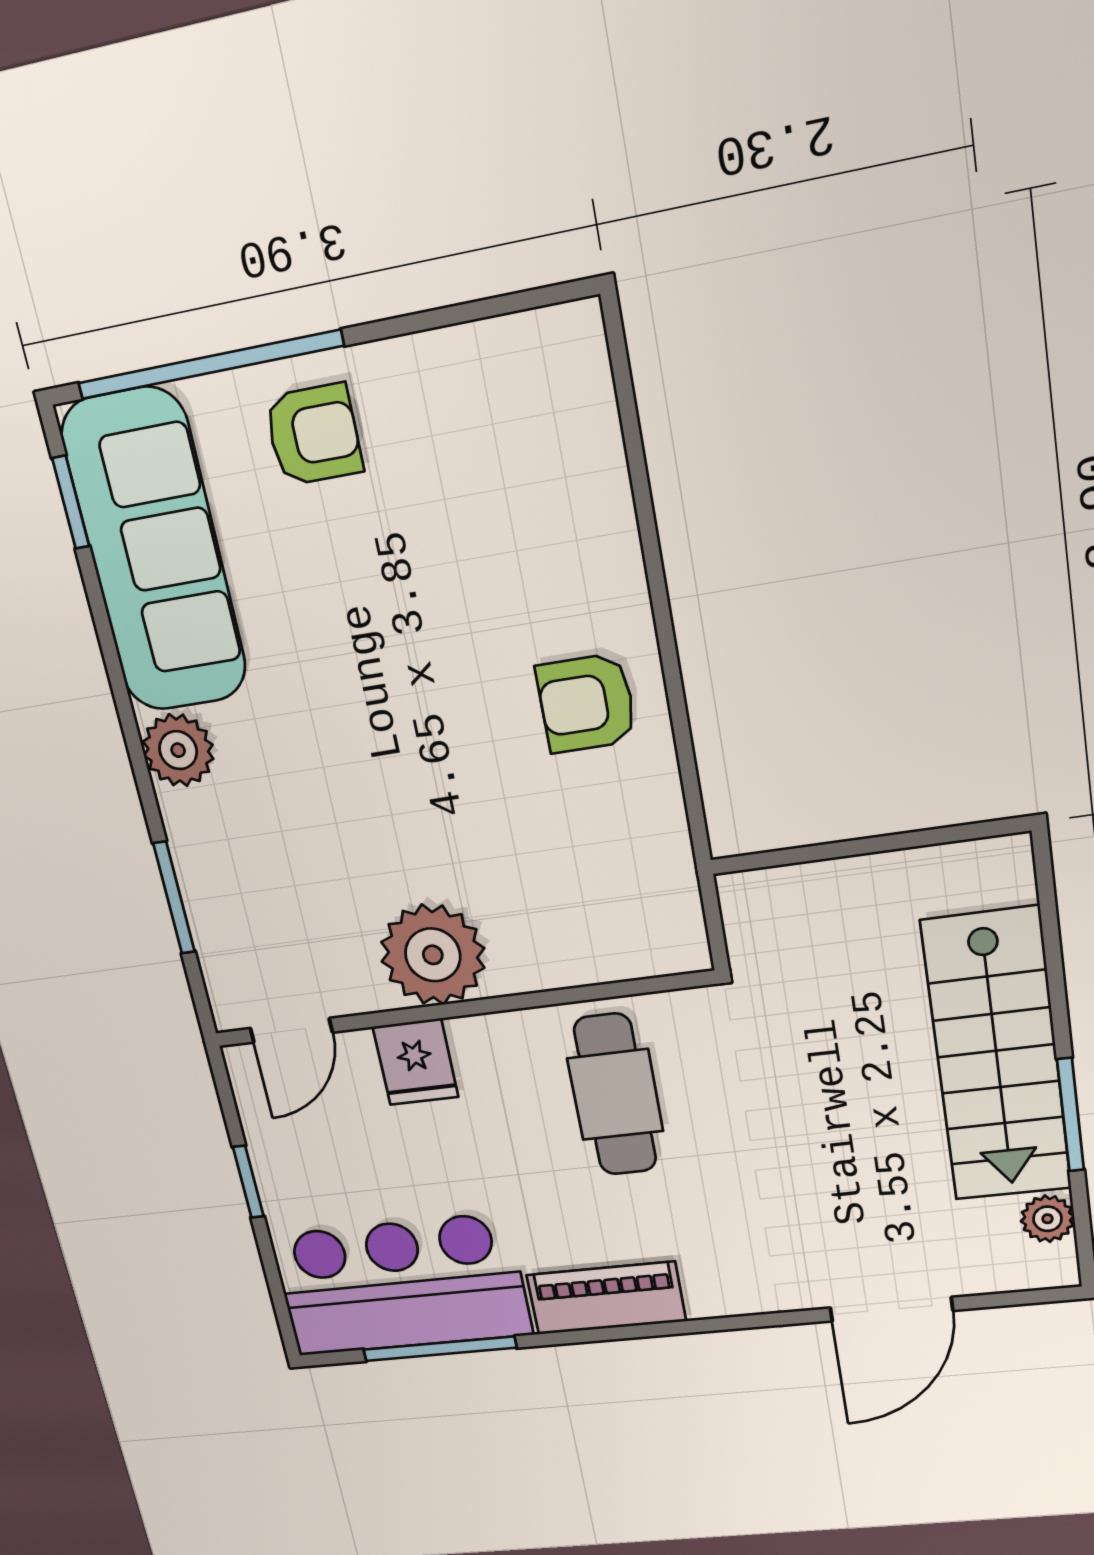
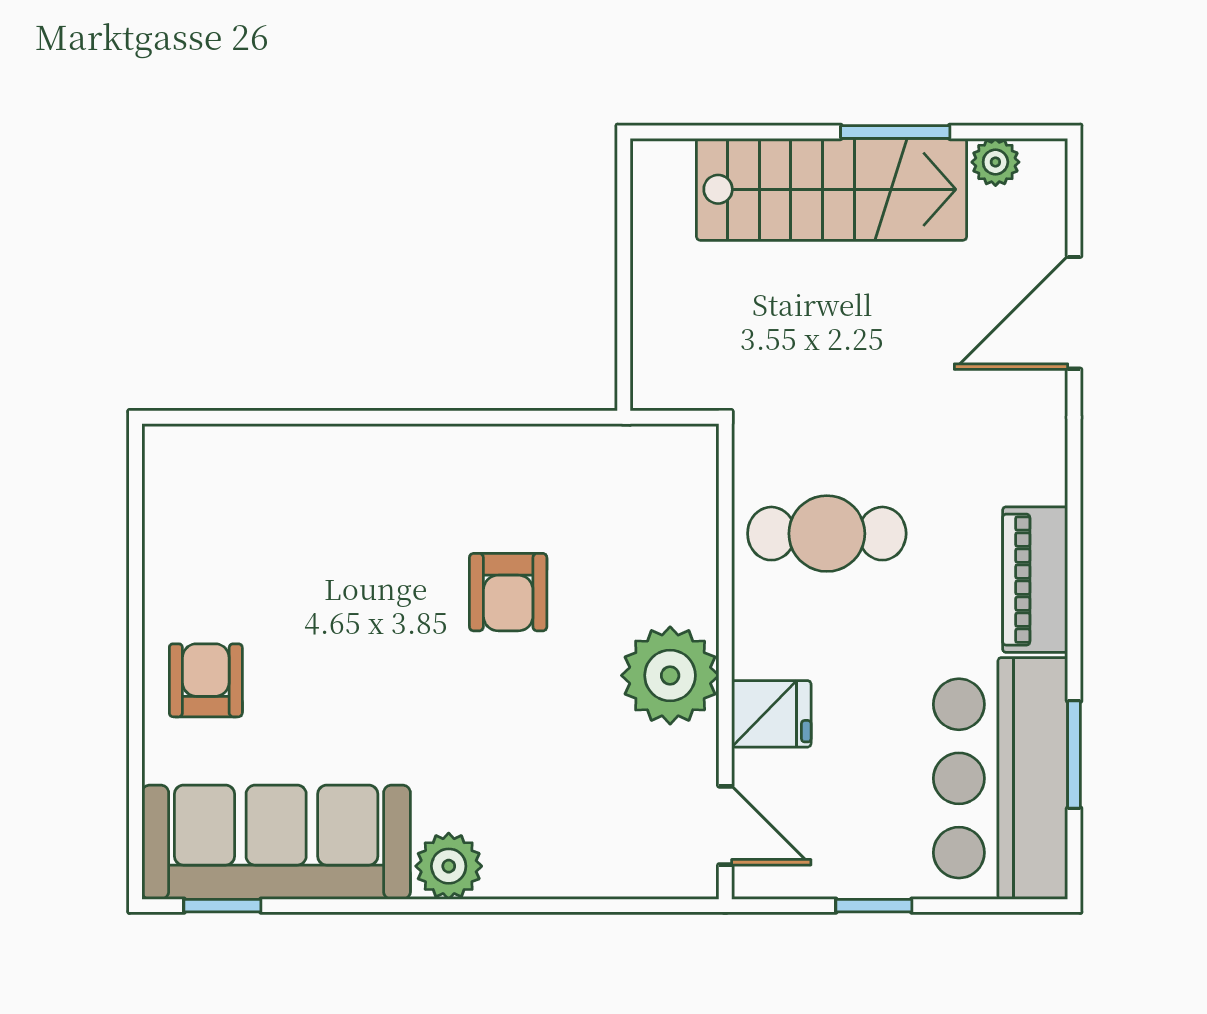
window: (210, 365) -> (135, 755), removed
armchair: (586, 703) -> (508, 592), moved
window: (174, 898) -> (583, 906), removed
door: (891, 1309) -> (1074, 313), swing flipped
window: (440, 1349) -> (1074, 755), width x0.69

